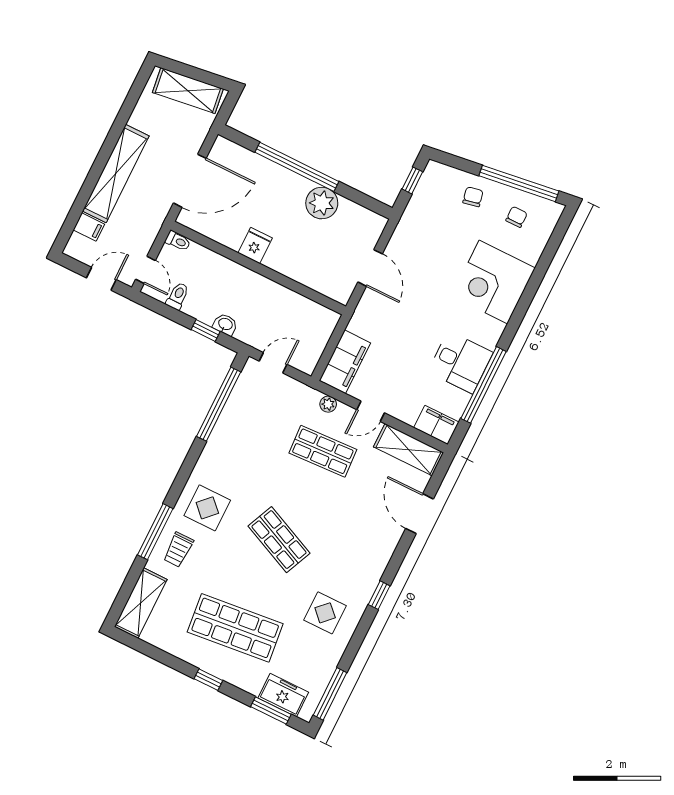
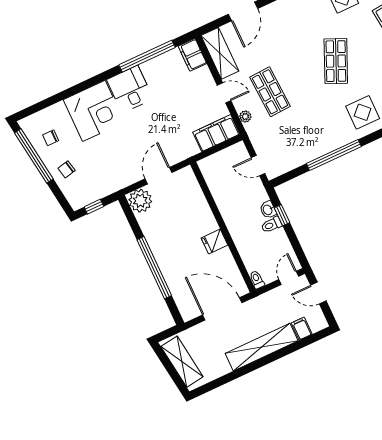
plant: (322, 203) -> (140, 201), moved
toilet: (178, 296) -> (271, 225), moved
desk: (460, 362) -> (130, 89), moved
window: (219, 404) -> (334, 155), moved

